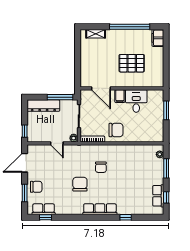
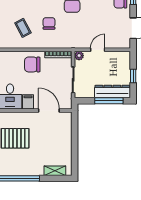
window: (60, 97) -> (109, 101), moved
window: (25, 131) -> (133, 76), moved
door: (57, 143) -> (98, 50), hinge flipped
coffee table: (125, 163) -> (23, 28), added

